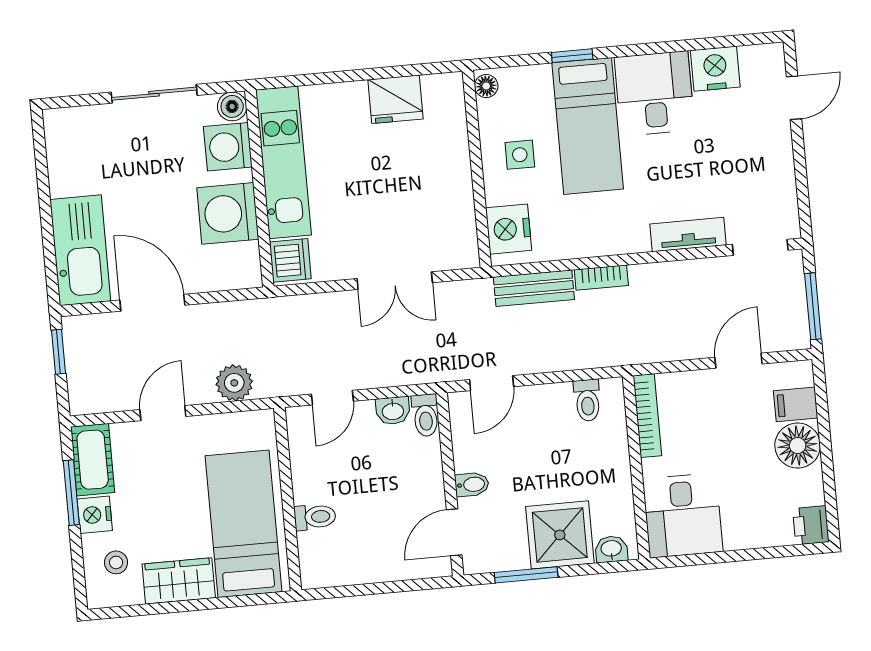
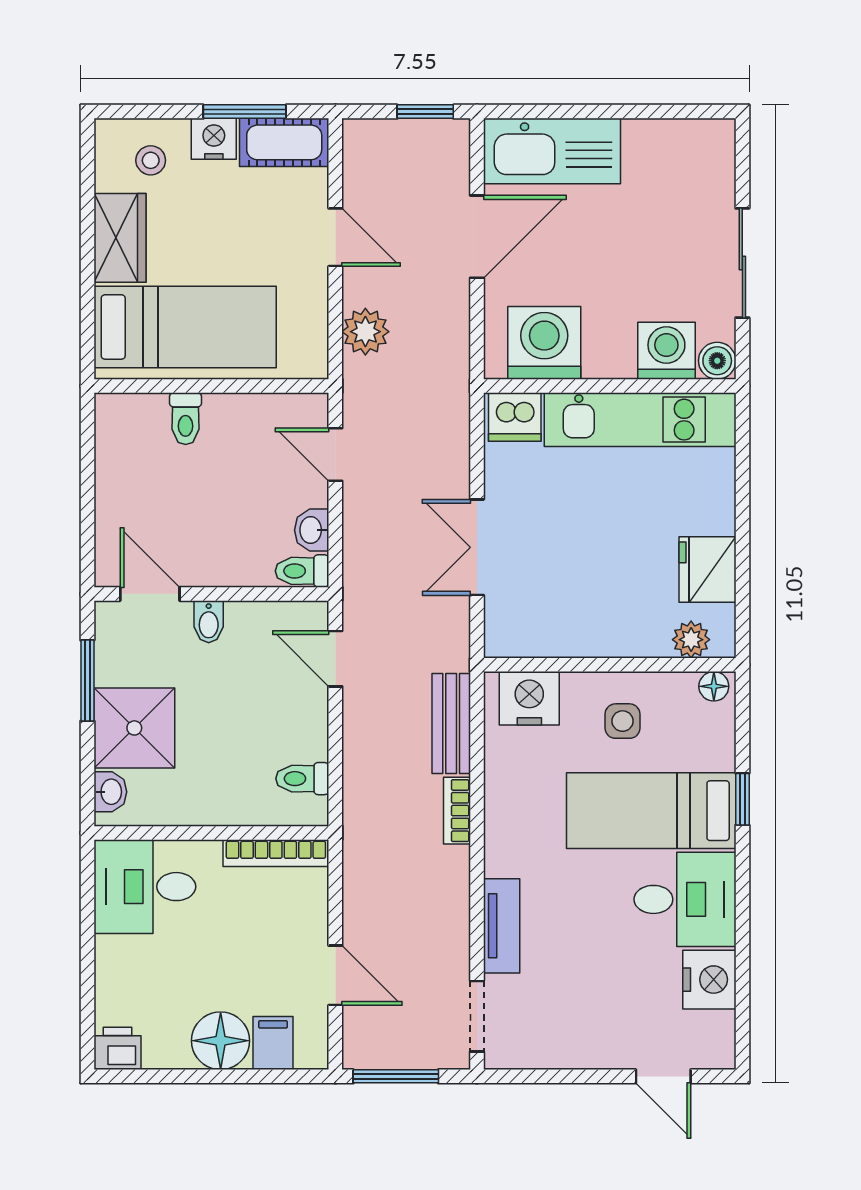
plant: (451, 107) -> (691, 640), added
washing machine: (228, 213) -> (544, 343), moved

